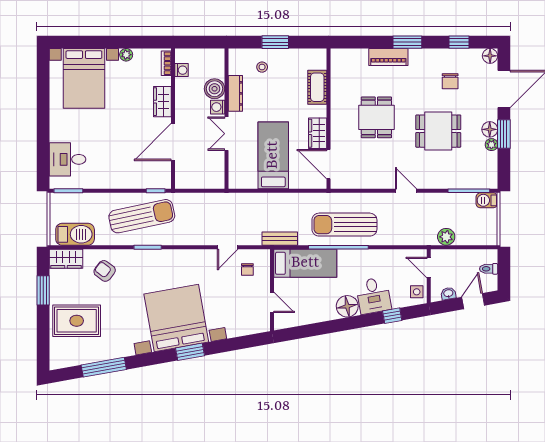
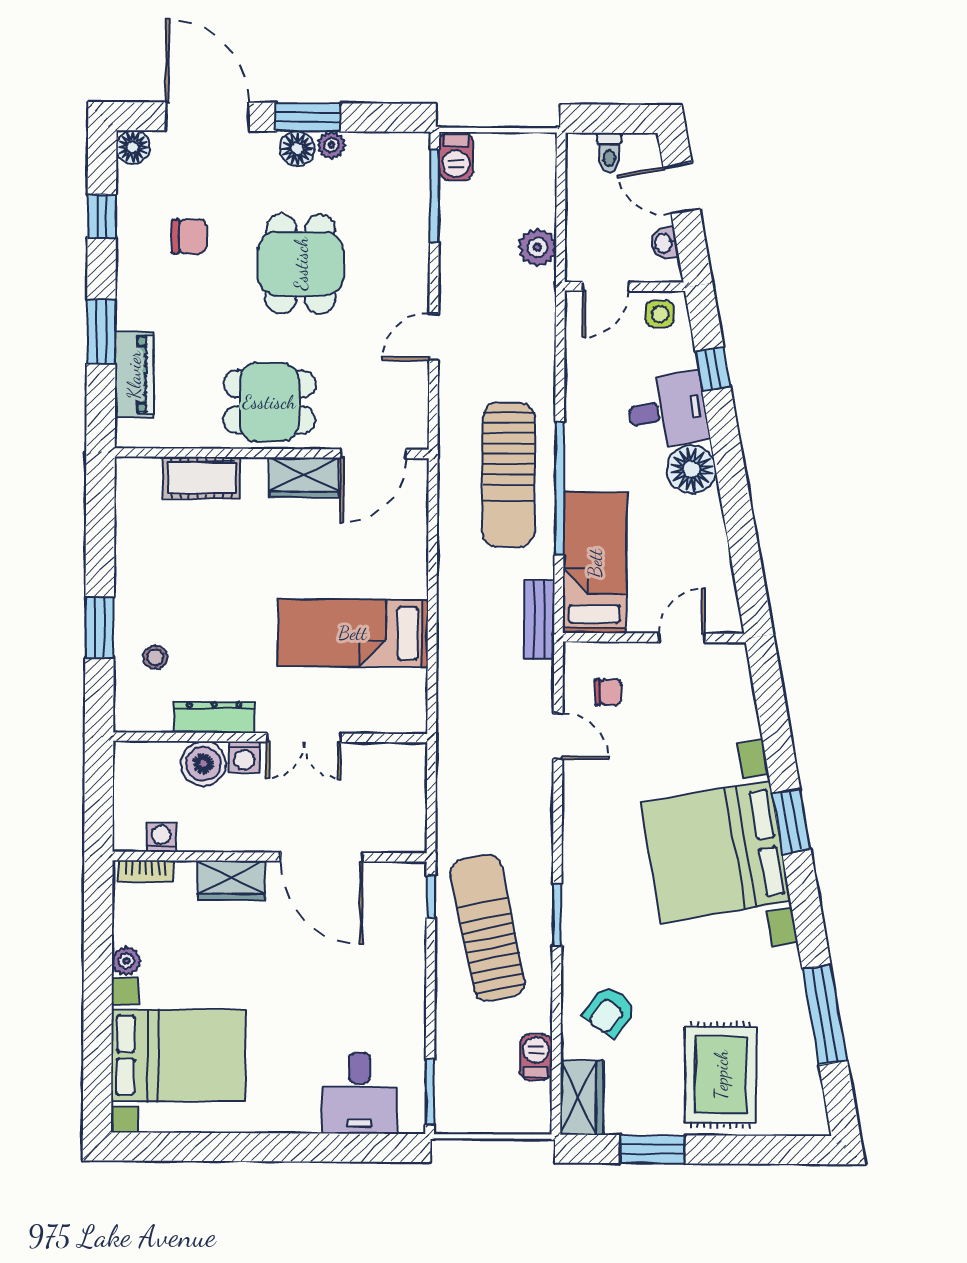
cot: (317, 87) -> (201, 478), moved
wall: (328, 119) -> (272, 453), moved
wardrobe: (318, 133) -> (304, 478), moved
door: (328, 164) -> (373, 454), moved
barbecue: (75, 234) -> (536, 1057), width x0.53, depth x0.65

